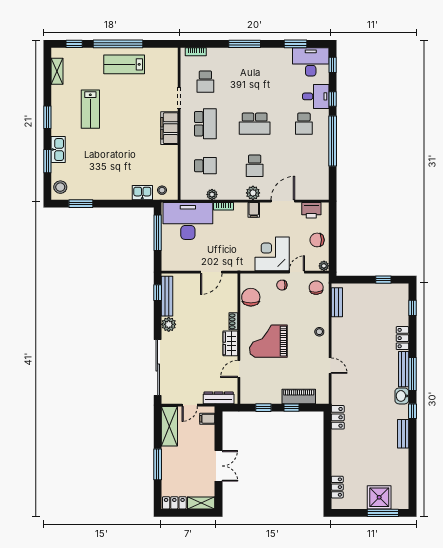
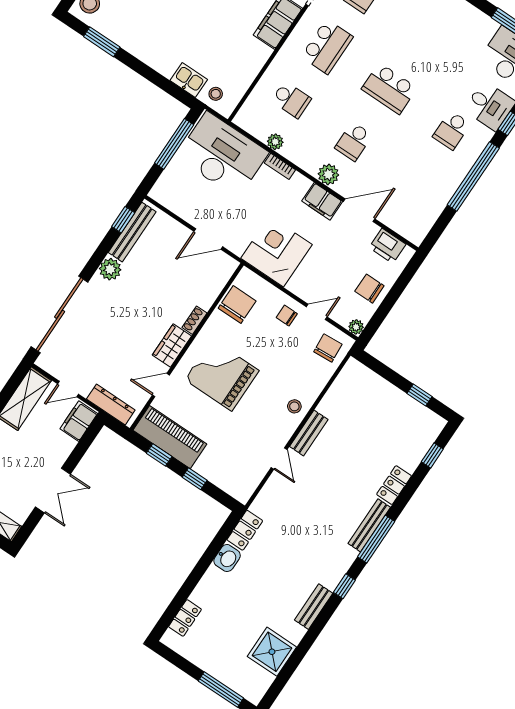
filing cabinet: (254, 210) -> (322, 201), width x2.00
corner desk: (272, 254) -> (276, 251), moved
bench: (337, 302) -> (309, 433), moved
piano: (299, 396) -> (170, 437), moved, width x1.37, depth x1.33
washbasin: (402, 396) -> (227, 558), moved, turned 180
filing cabinet: (207, 419) -> (79, 421), width x2.00
shower: (379, 497) -> (272, 652), moved

